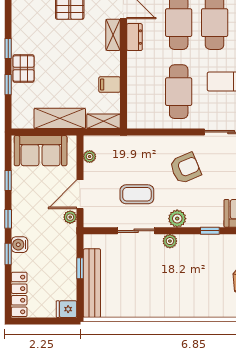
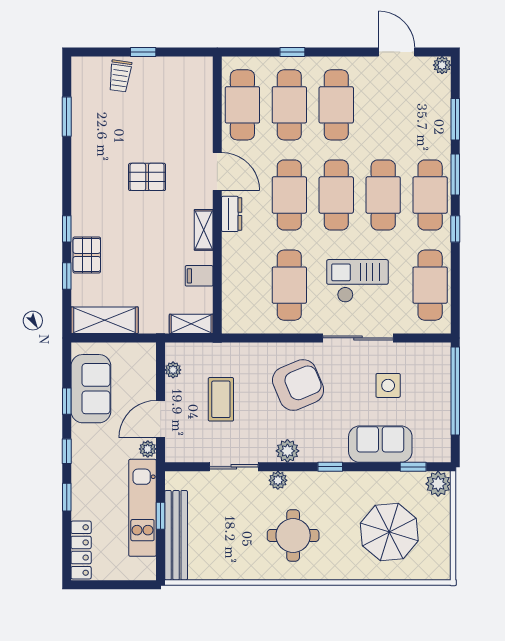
shelving: (113, 35) -> (204, 230), moved
shelving: (60, 118) -> (105, 320), moved
sofa: (41, 151) -> (91, 389), moved, turned -90
armchair: (185, 168) -> (298, 385), width x1.36, depth x1.36
coffee table: (137, 194) -> (221, 399), moved, turned 90
water cooler: (20, 245) -> (82, 485), removed
kitchen unit: (66, 262) -> (142, 508), added
round table: (182, 283) -> (293, 535), added
fridge: (67, 309) -> (143, 569), removed

